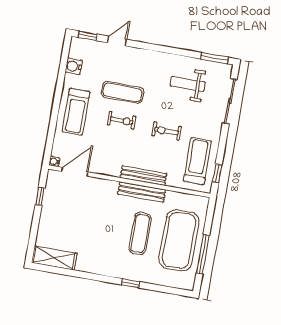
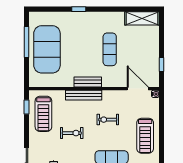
treadmill: (76, 112) -> (145, 136), turned 180
exercise bike: (122, 120) -> (108, 120), moved
door: (75, 172) -> (138, 89), swing flipped
bench: (142, 192) -> (88, 82), width x0.73
exercise mat: (140, 233) -> (110, 49), moved

